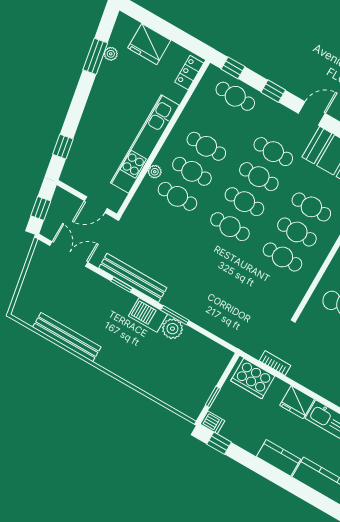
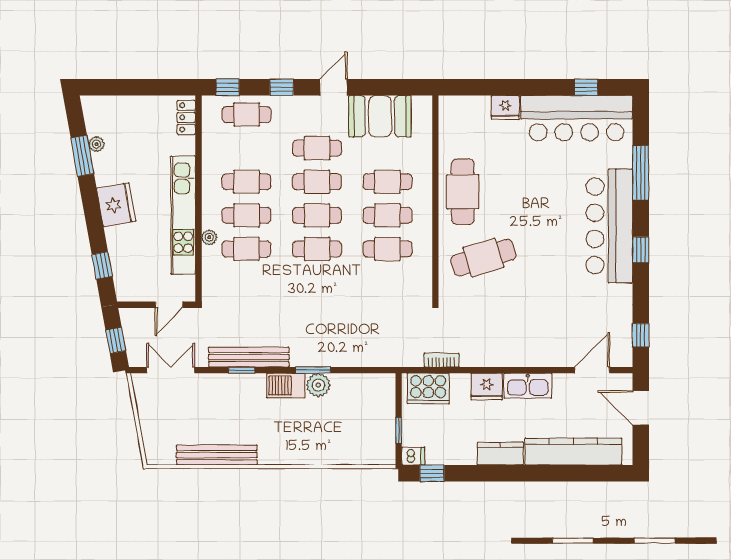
fridge: (149, 44) -> (116, 205), moved, turned -100

